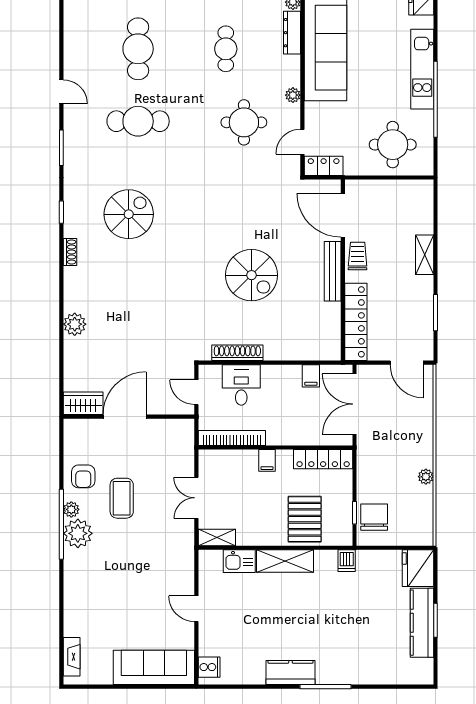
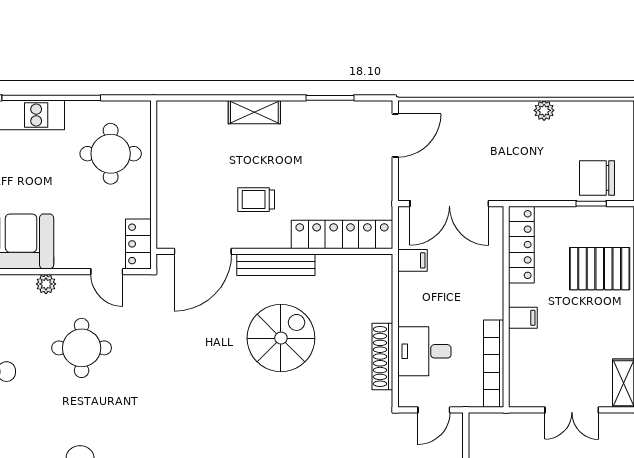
door: (343, 215) -> (203, 251), moved
wall: (343, 270) -> (274, 251), moved
bench: (333, 271) -> (276, 265), moved
locker: (356, 322) -> (342, 235), moved

